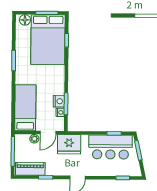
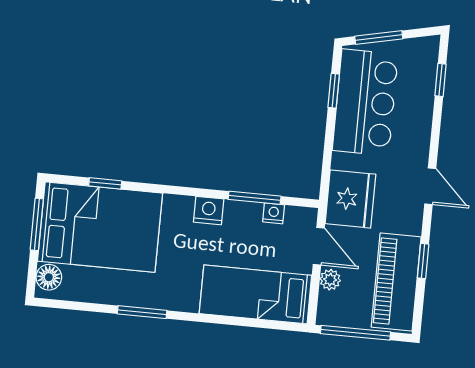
nightstand: (59, 101) -> (209, 211), moved
piano: (30, 169) -> (396, 282), width x1.37, depth x1.33

